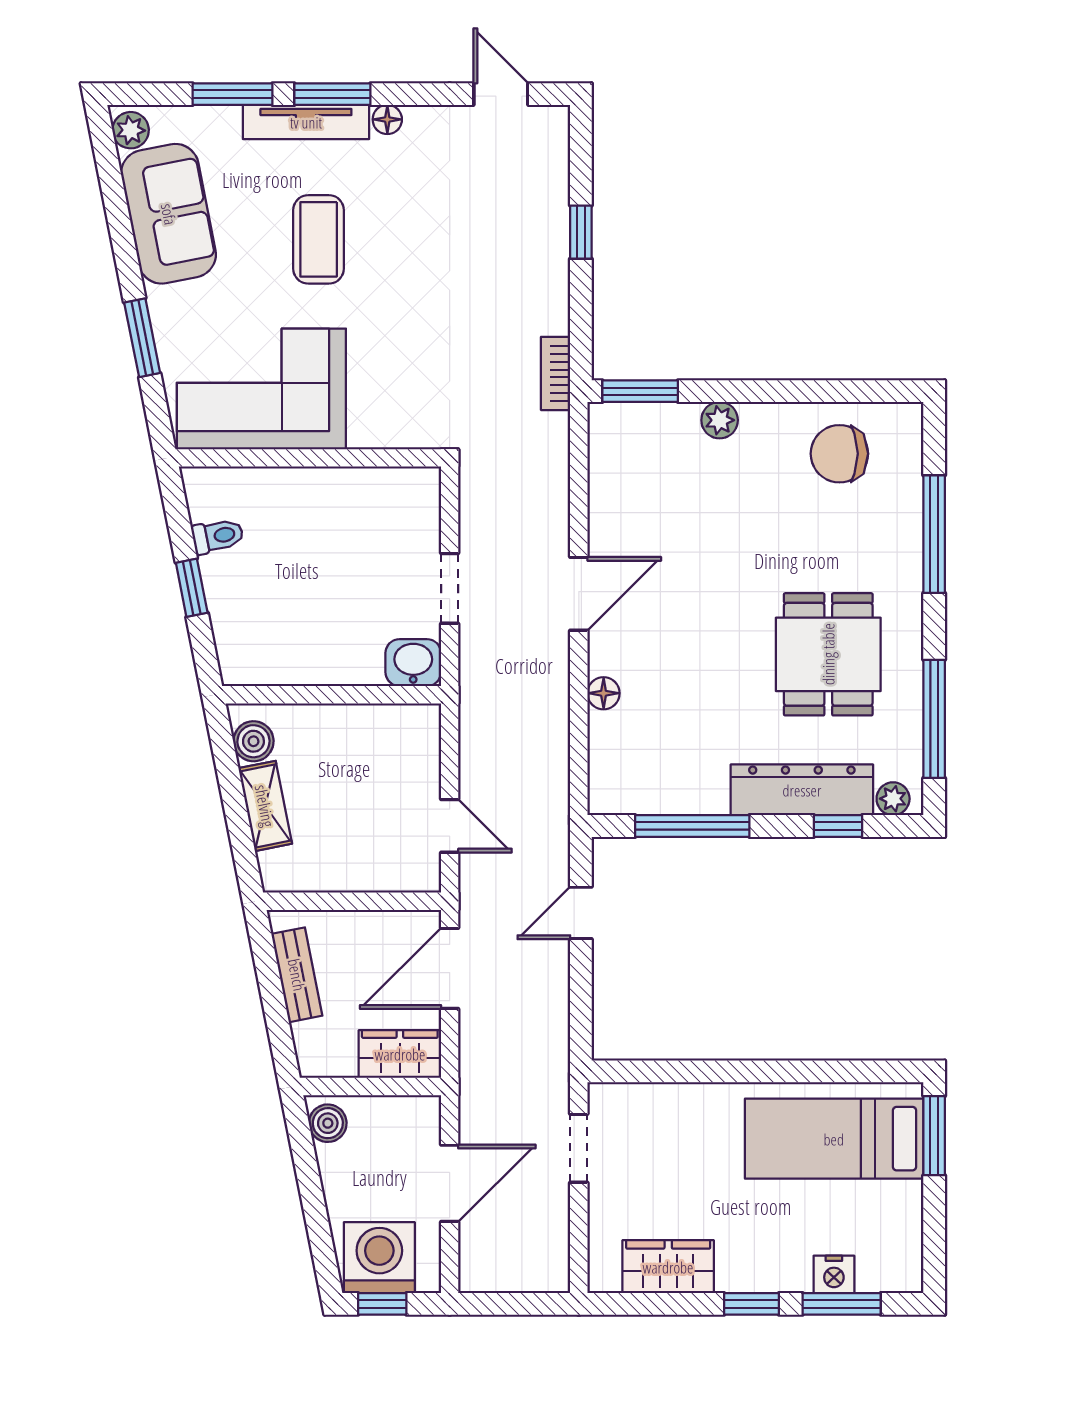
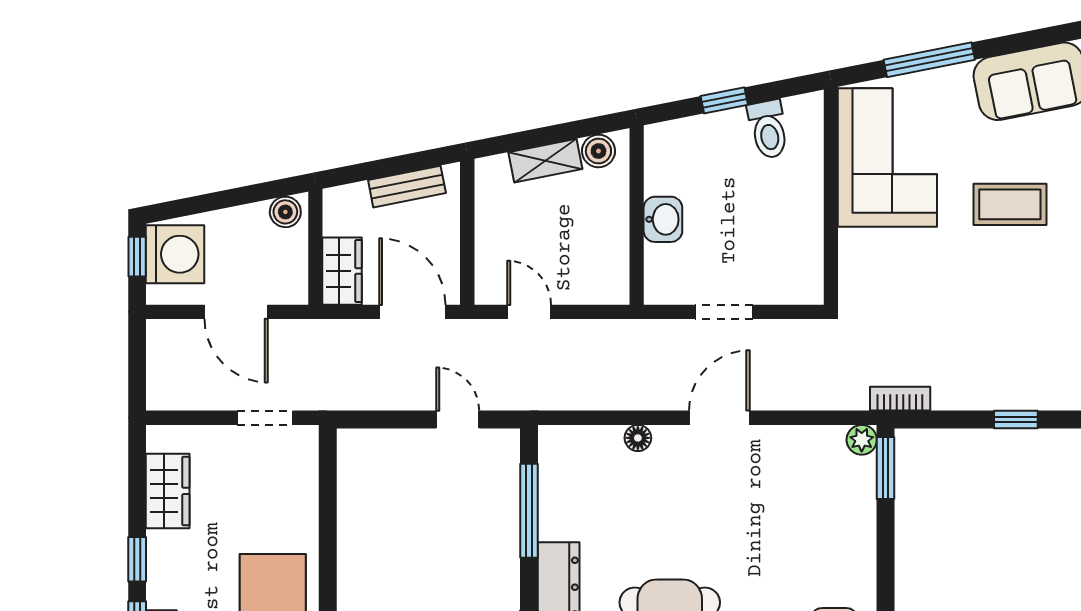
window: (142, 338) -> (929, 60), width x1.44
plant: (720, 420) -> (862, 440), moved
toilet: (218, 536) -> (768, 129), width x1.37, depth x1.39
door: (579, 594) -> (719, 418), swing flipped
washbasin: (413, 663) -> (663, 219), moved
door: (450, 826) -> (529, 312), swing flipped

